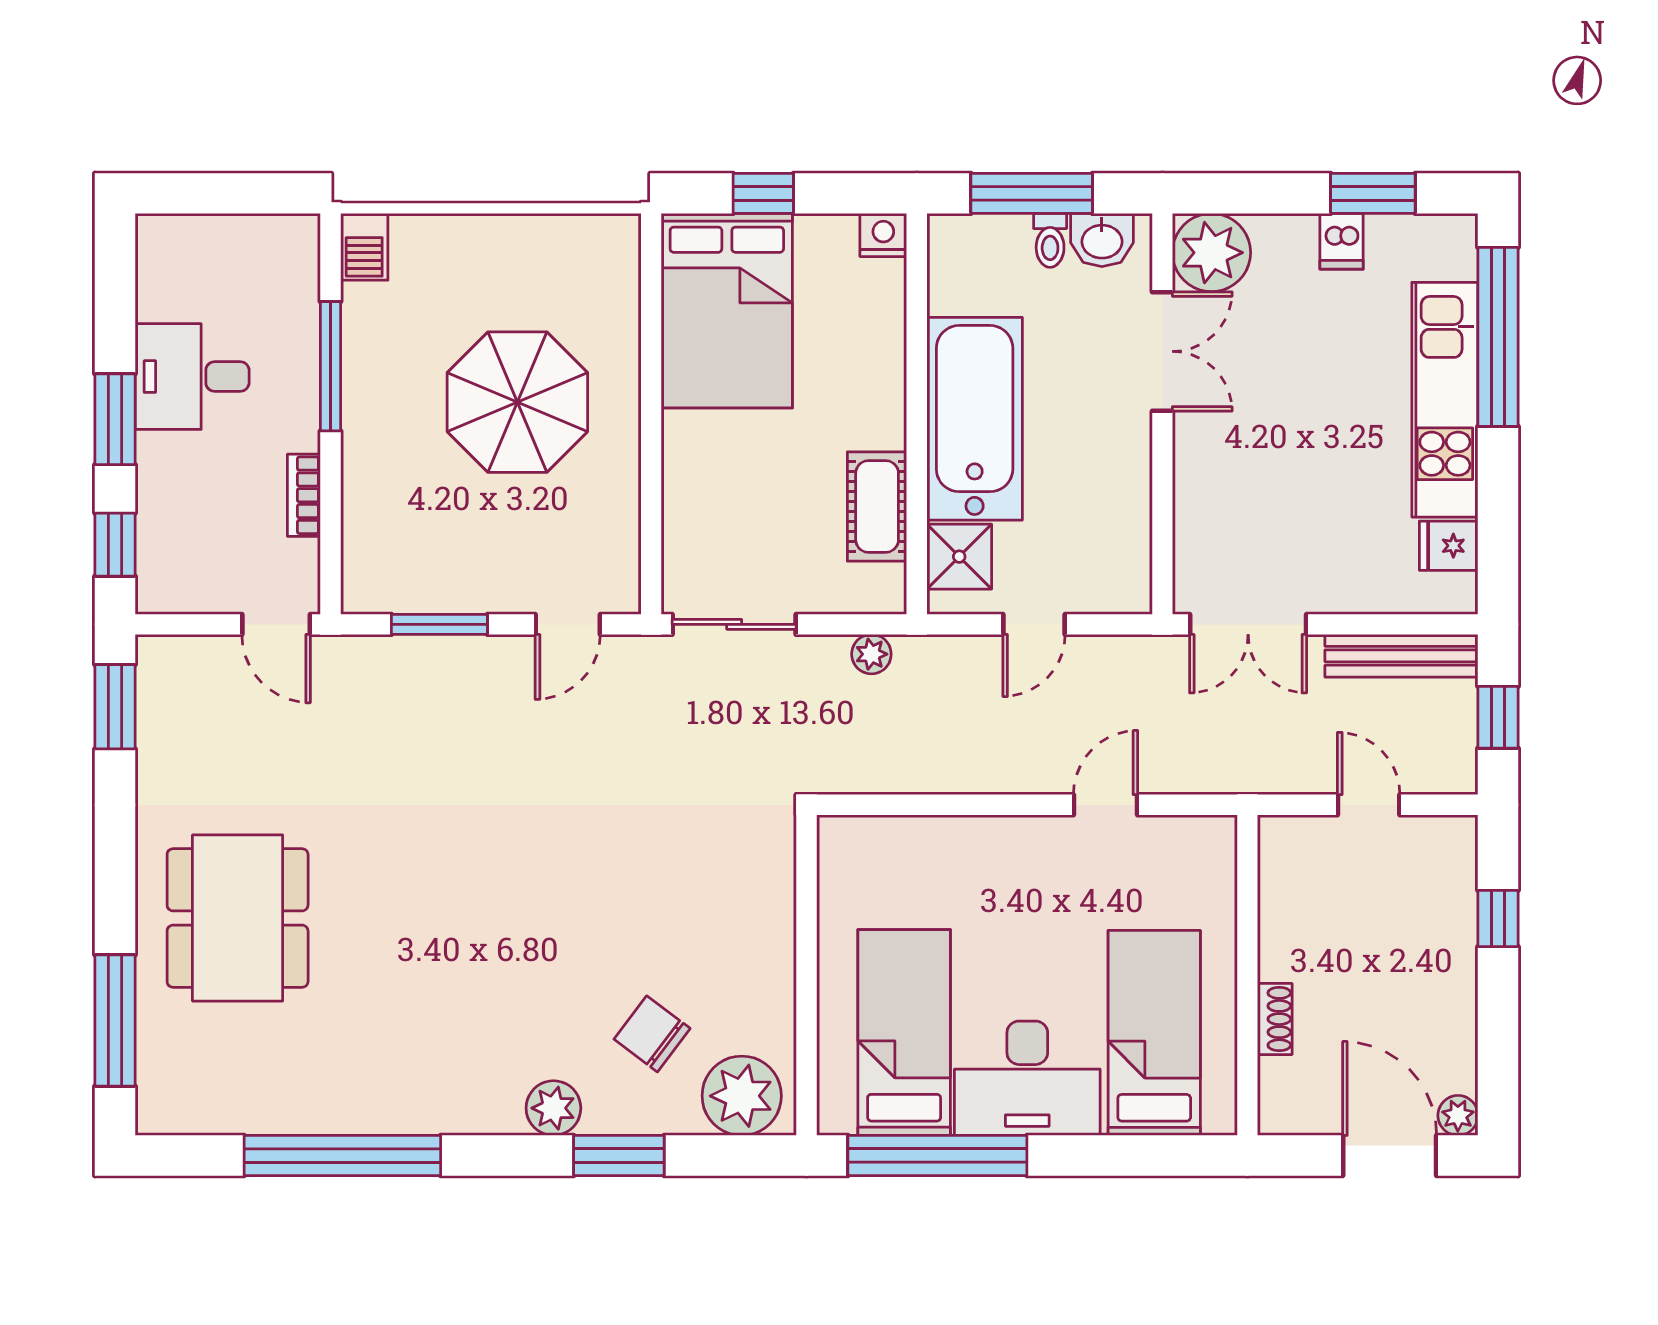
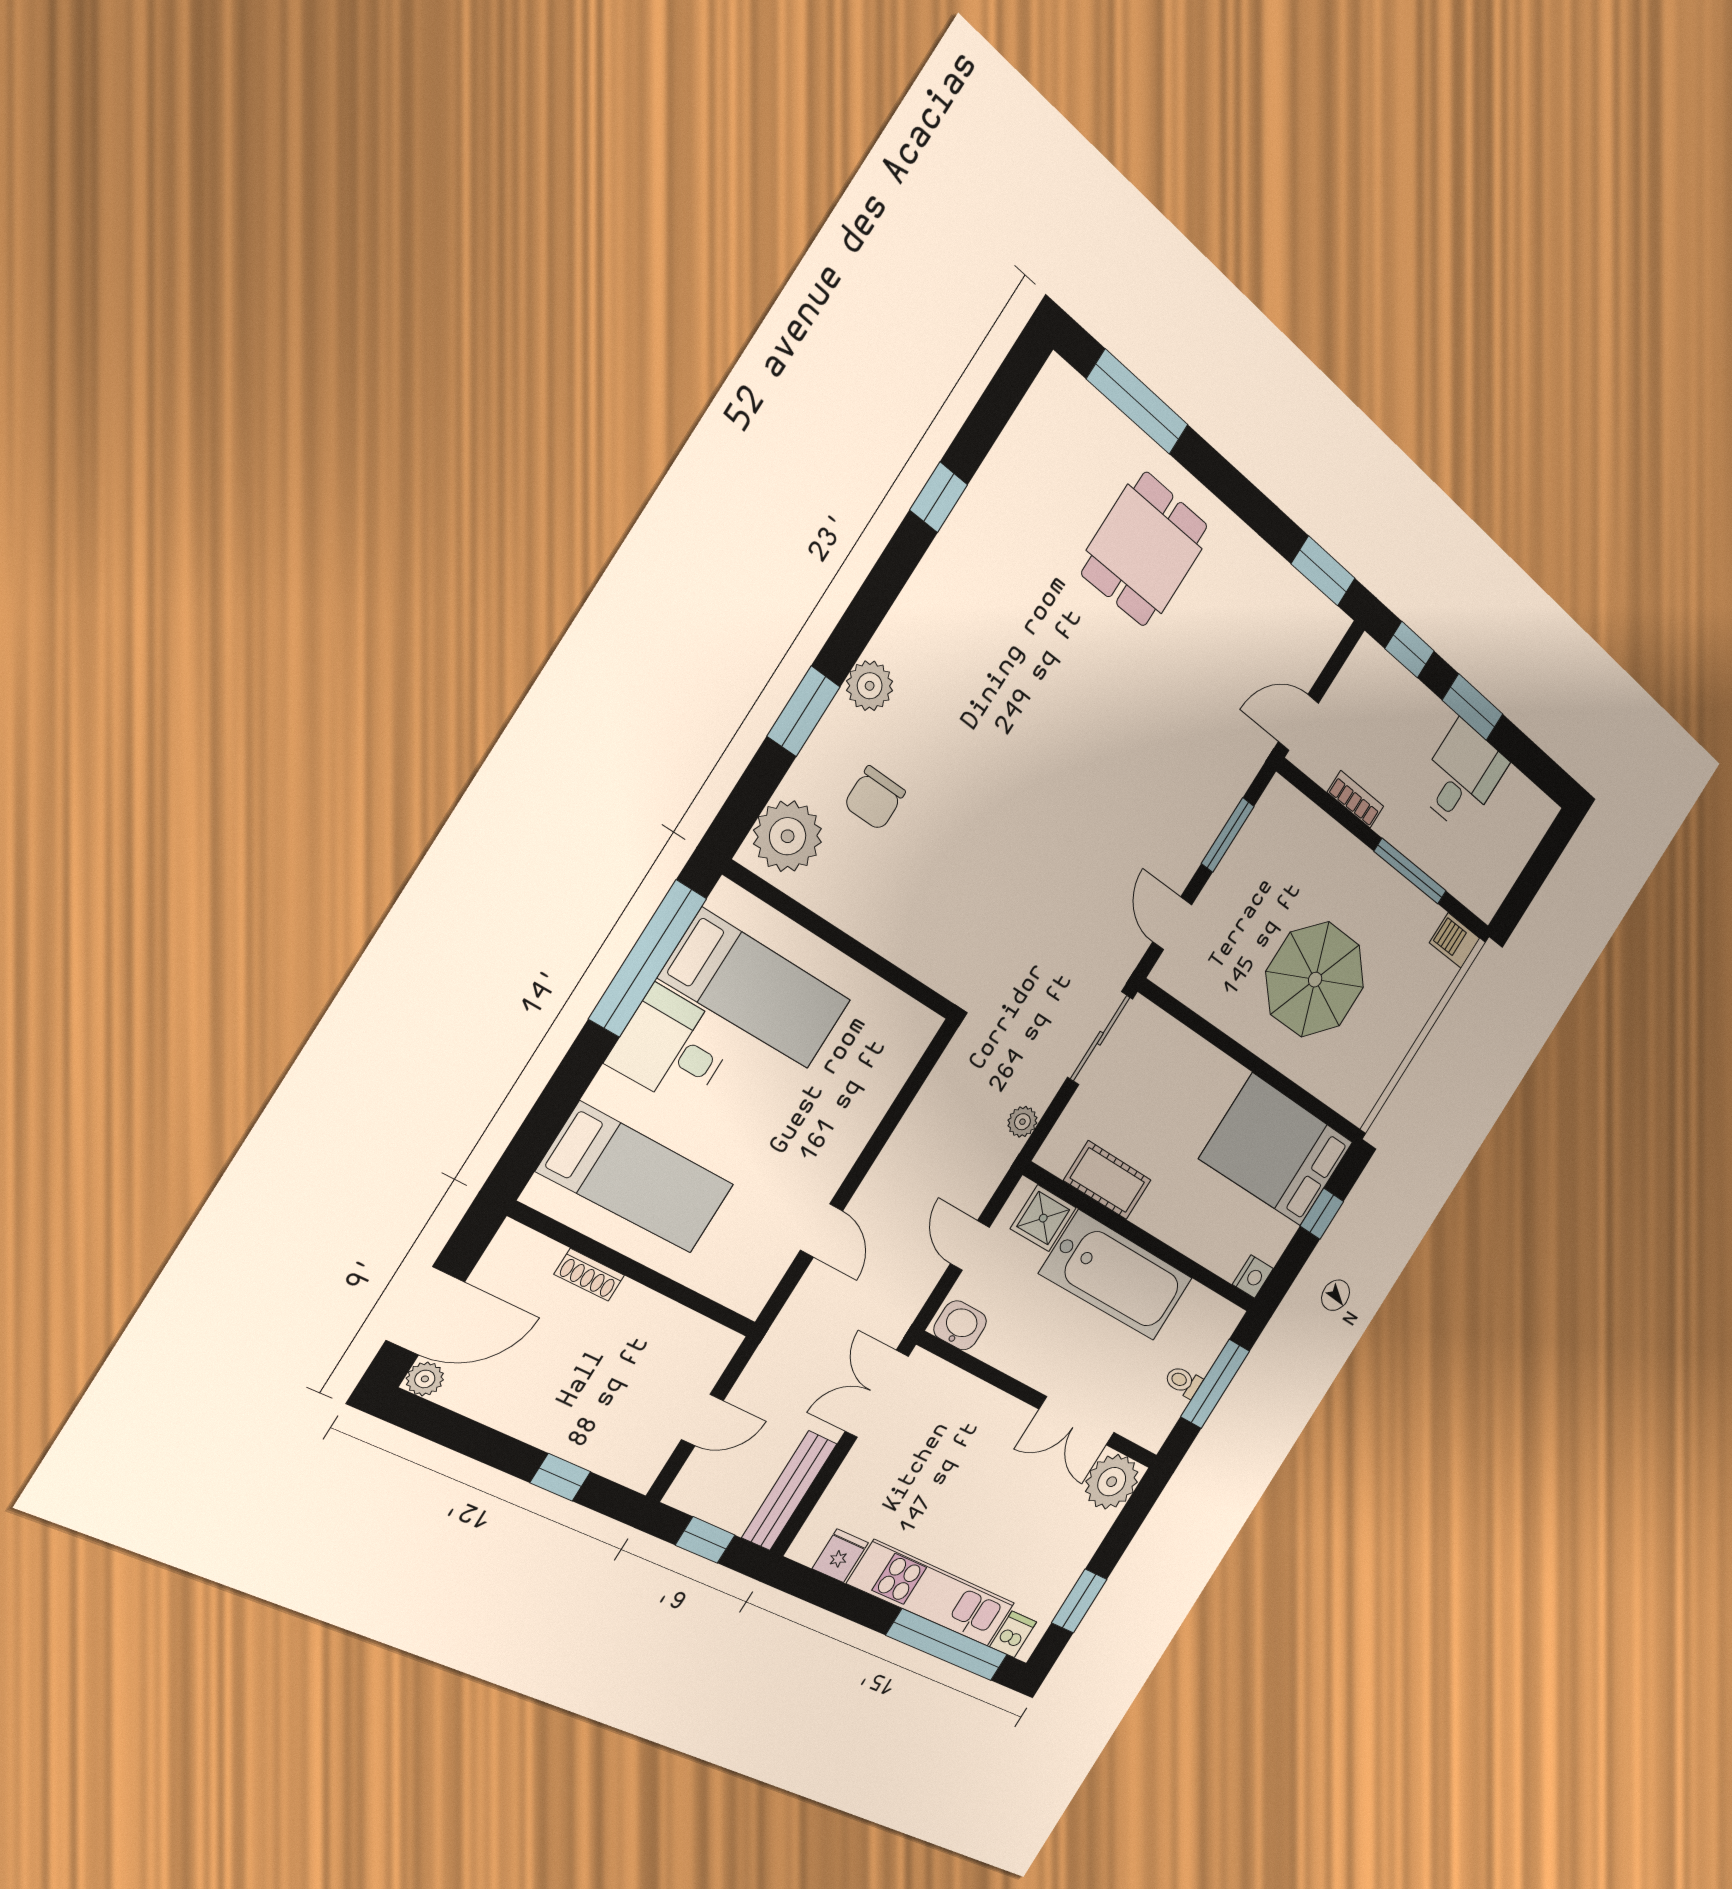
washbasin: (1102, 240) -> (960, 1325), moved, turned 90
dishwasher: (1342, 241) -> (1013, 1634), moved, turned 90
dining table: (238, 918) -> (1145, 550), width x0.73
chair: (652, 1034) -> (875, 798), turned 143
desk: (1027, 1078) -> (672, 1048), width x0.73
window: (342, 1156) -> (939, 497), width x0.32

